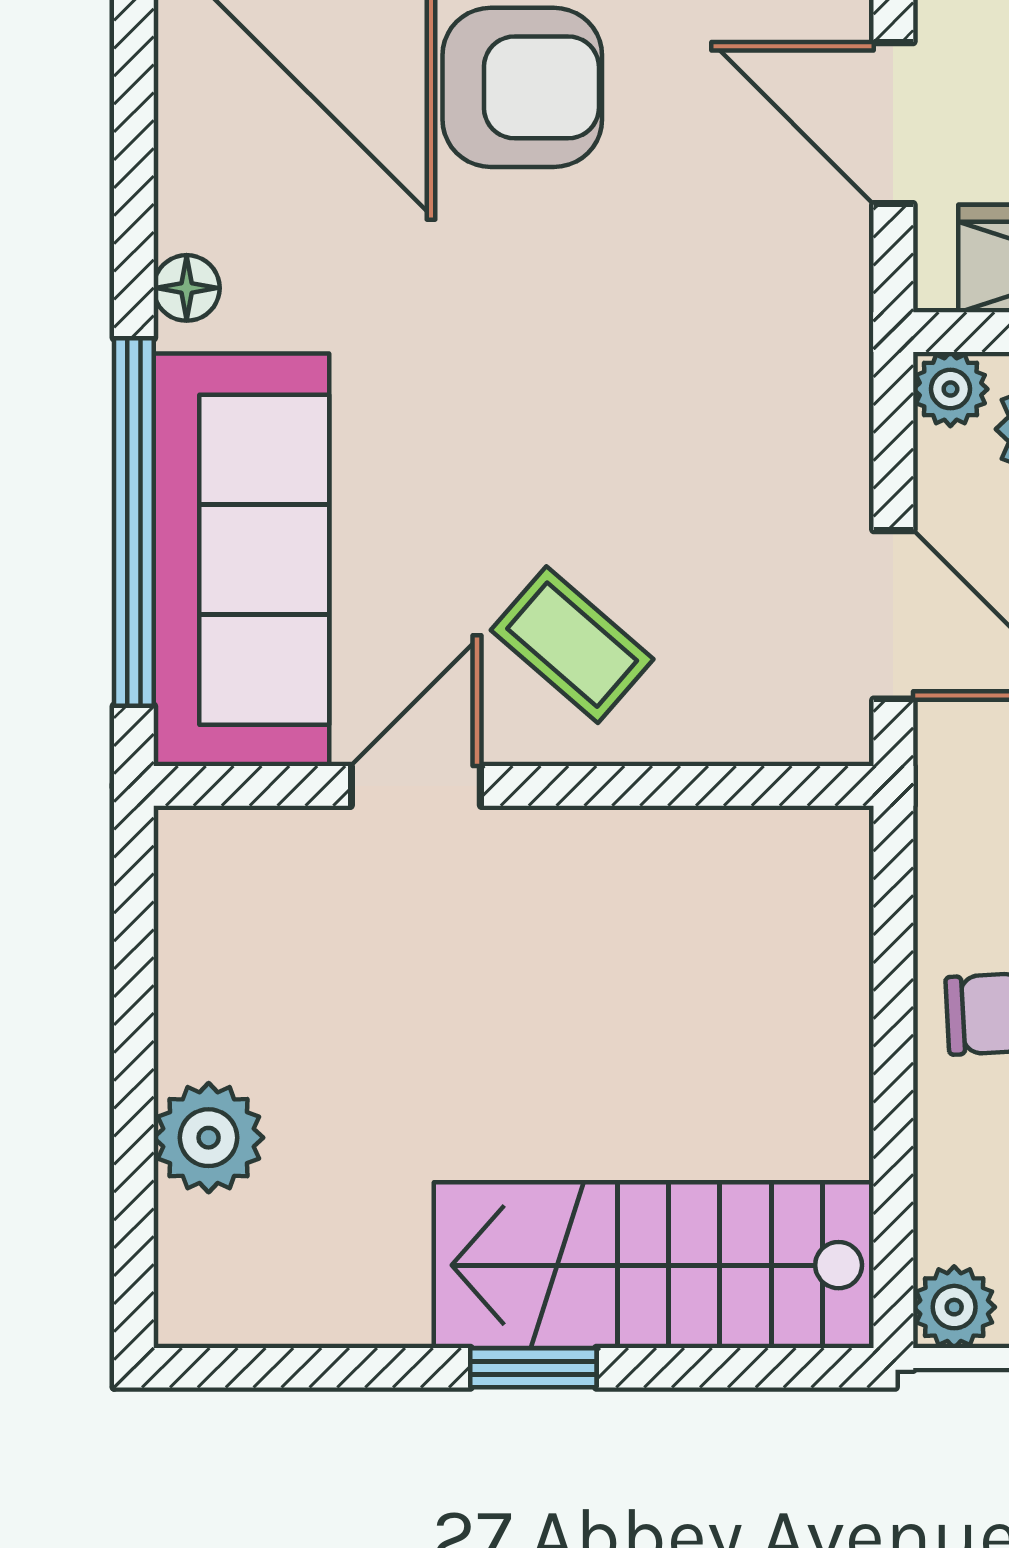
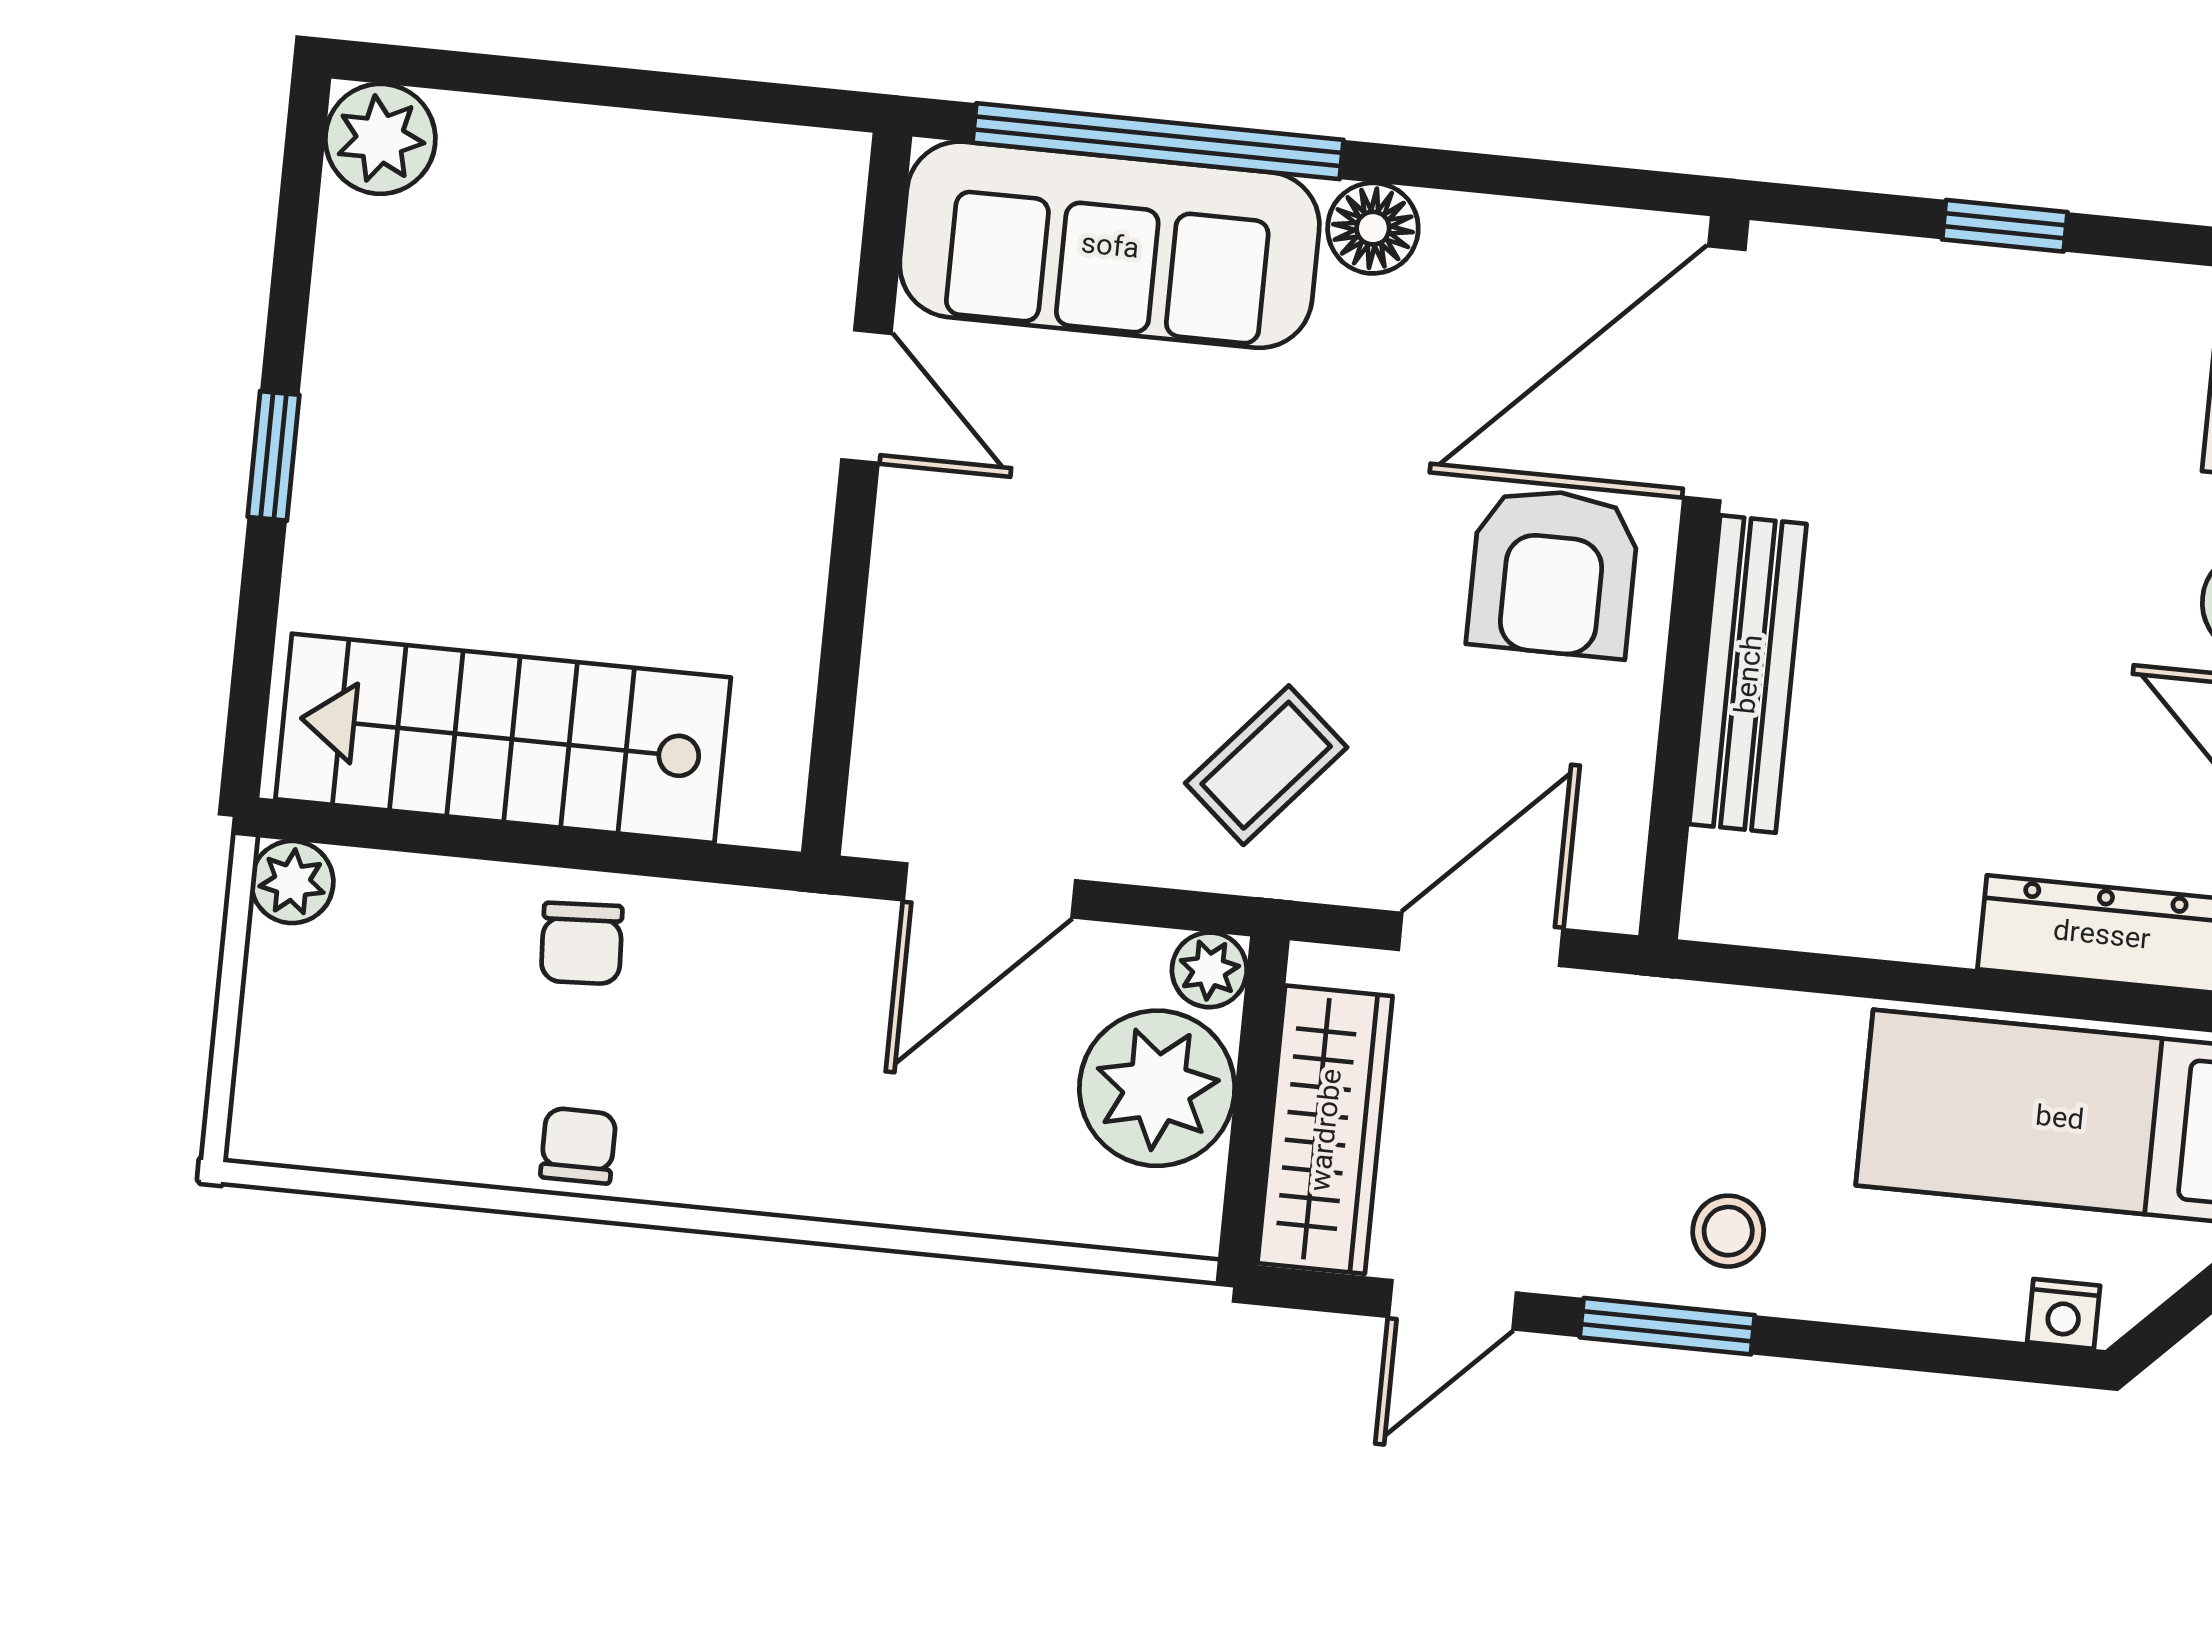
floor lamp: (187, 288) -> (1373, 228), width x1.37, depth x1.37
coffee table: (572, 645) -> (1266, 765), moved
plant: (209, 1138) -> (380, 139), moved
stairs: (654, 1265) -> (503, 738), moved, turned -90

